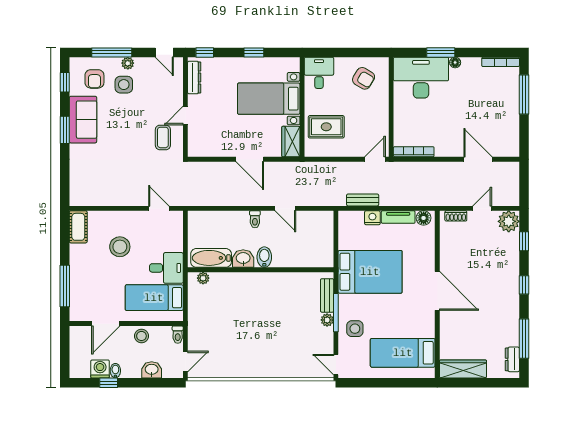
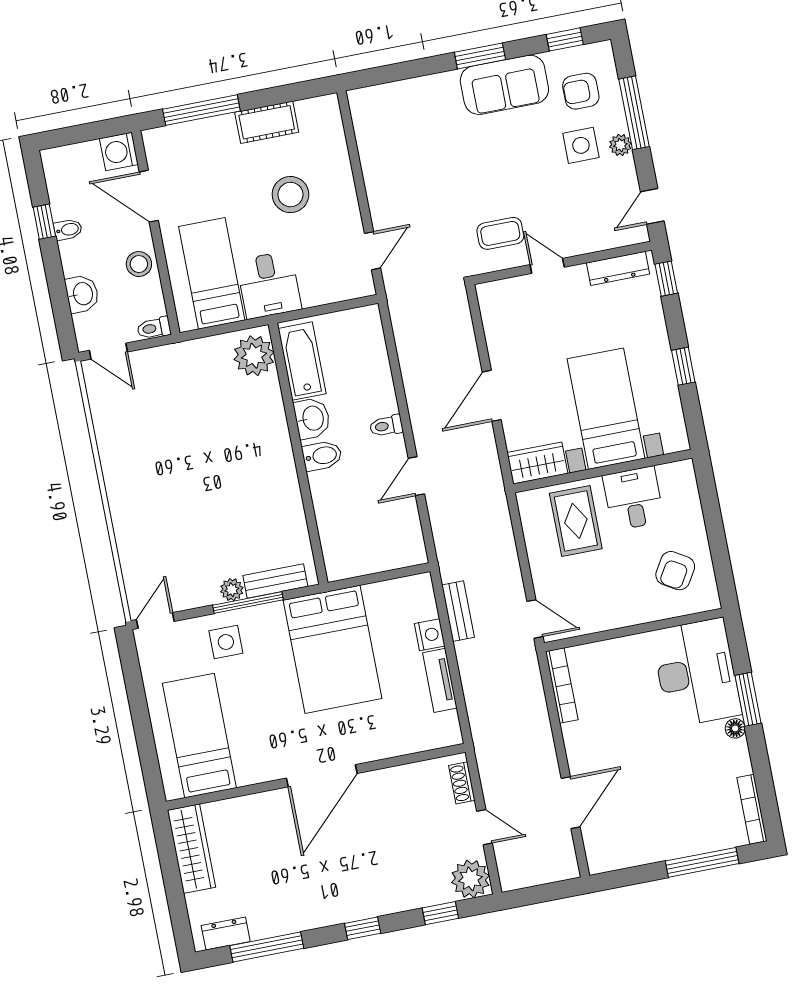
desk: (319, 73) -> (633, 498), moved, turned -90
floor lamp: (424, 218) -> (447, 726), removed
cot: (78, 227) -> (267, 122), moved
plant: (203, 278) -> (254, 356), width x1.87, depth x1.87
washing machine: (100, 369) -> (119, 152), moved, turned 180

